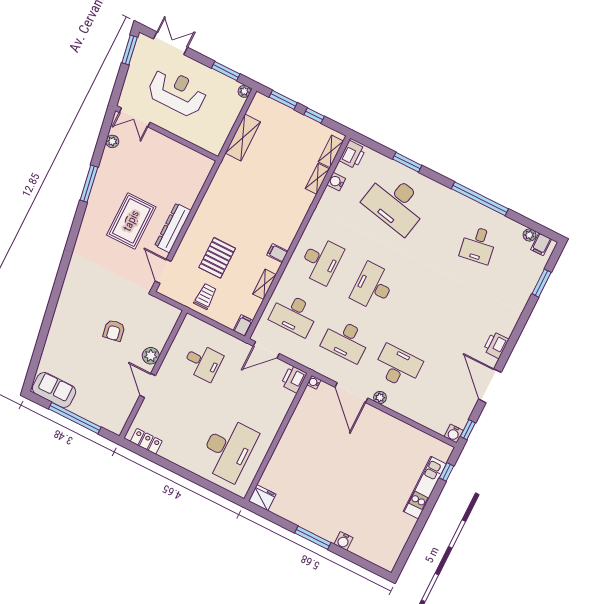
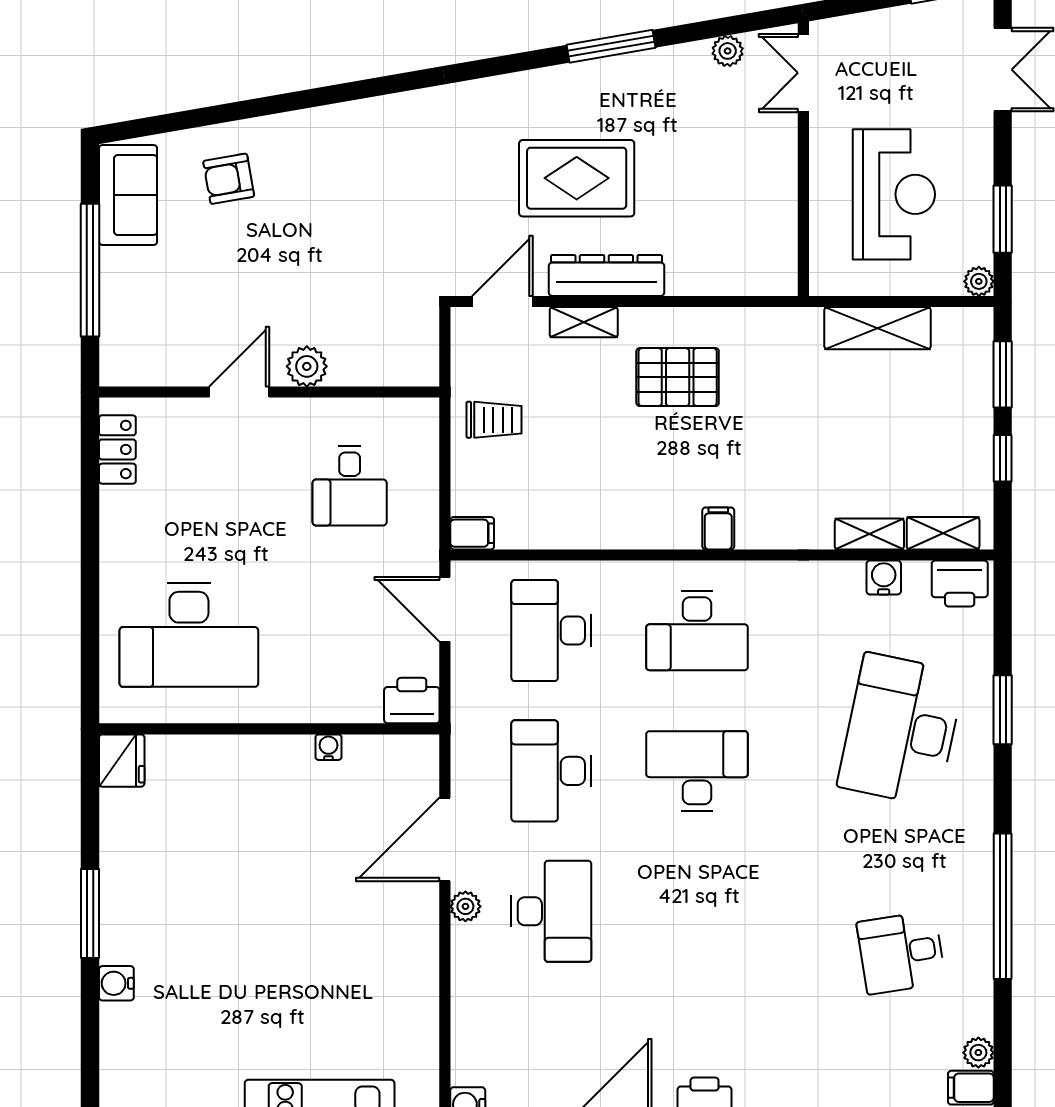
reception desk: (177, 92) -> (894, 194), moved
filing cabinet: (277, 253) -> (718, 528), moved
pallet: (217, 258) -> (678, 377), moved
shelving: (264, 284) -> (584, 322), moved
armchair: (114, 330) -> (229, 179), moved
water cooler: (314, 382) -> (328, 747), moved

